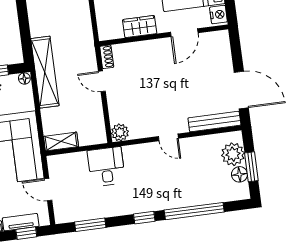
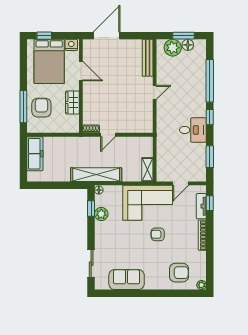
door: (241, 90) -> (107, 36), moved
plant: (120, 132) -> (146, 127), removed
desk: (106, 167) -> (193, 130), moved, turned 180

